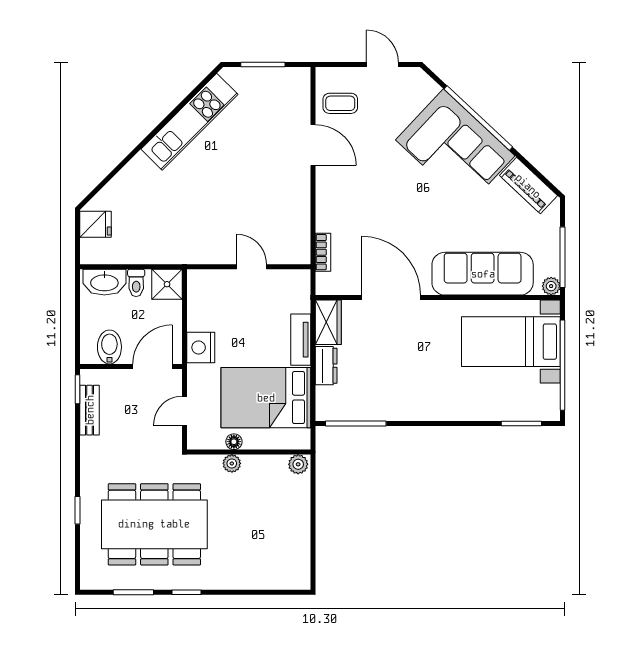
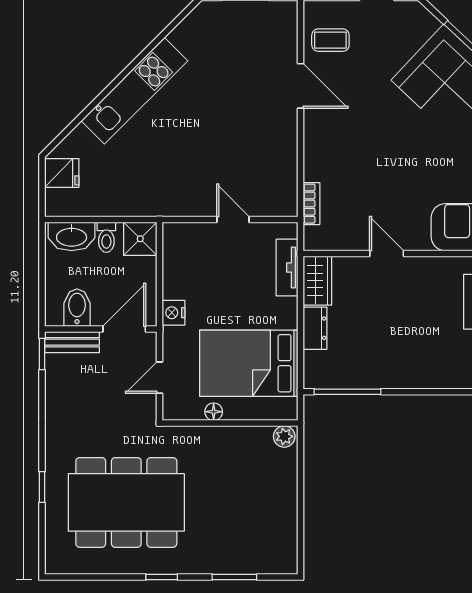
kitchen unit: (189, 122) -> (134, 91), moved
door: (391, 298) -> (387, 253), width x0.53
tv unit: (301, 340) -> (287, 268), moved
nightstand: (201, 347) -> (174, 313), width x0.74, depth x0.75
bench: (90, 410) -> (72, 342), moved, turned 90
plant: (232, 463) -> (211, 436), removed
window: (133, 592) -> (234, 577), moved

